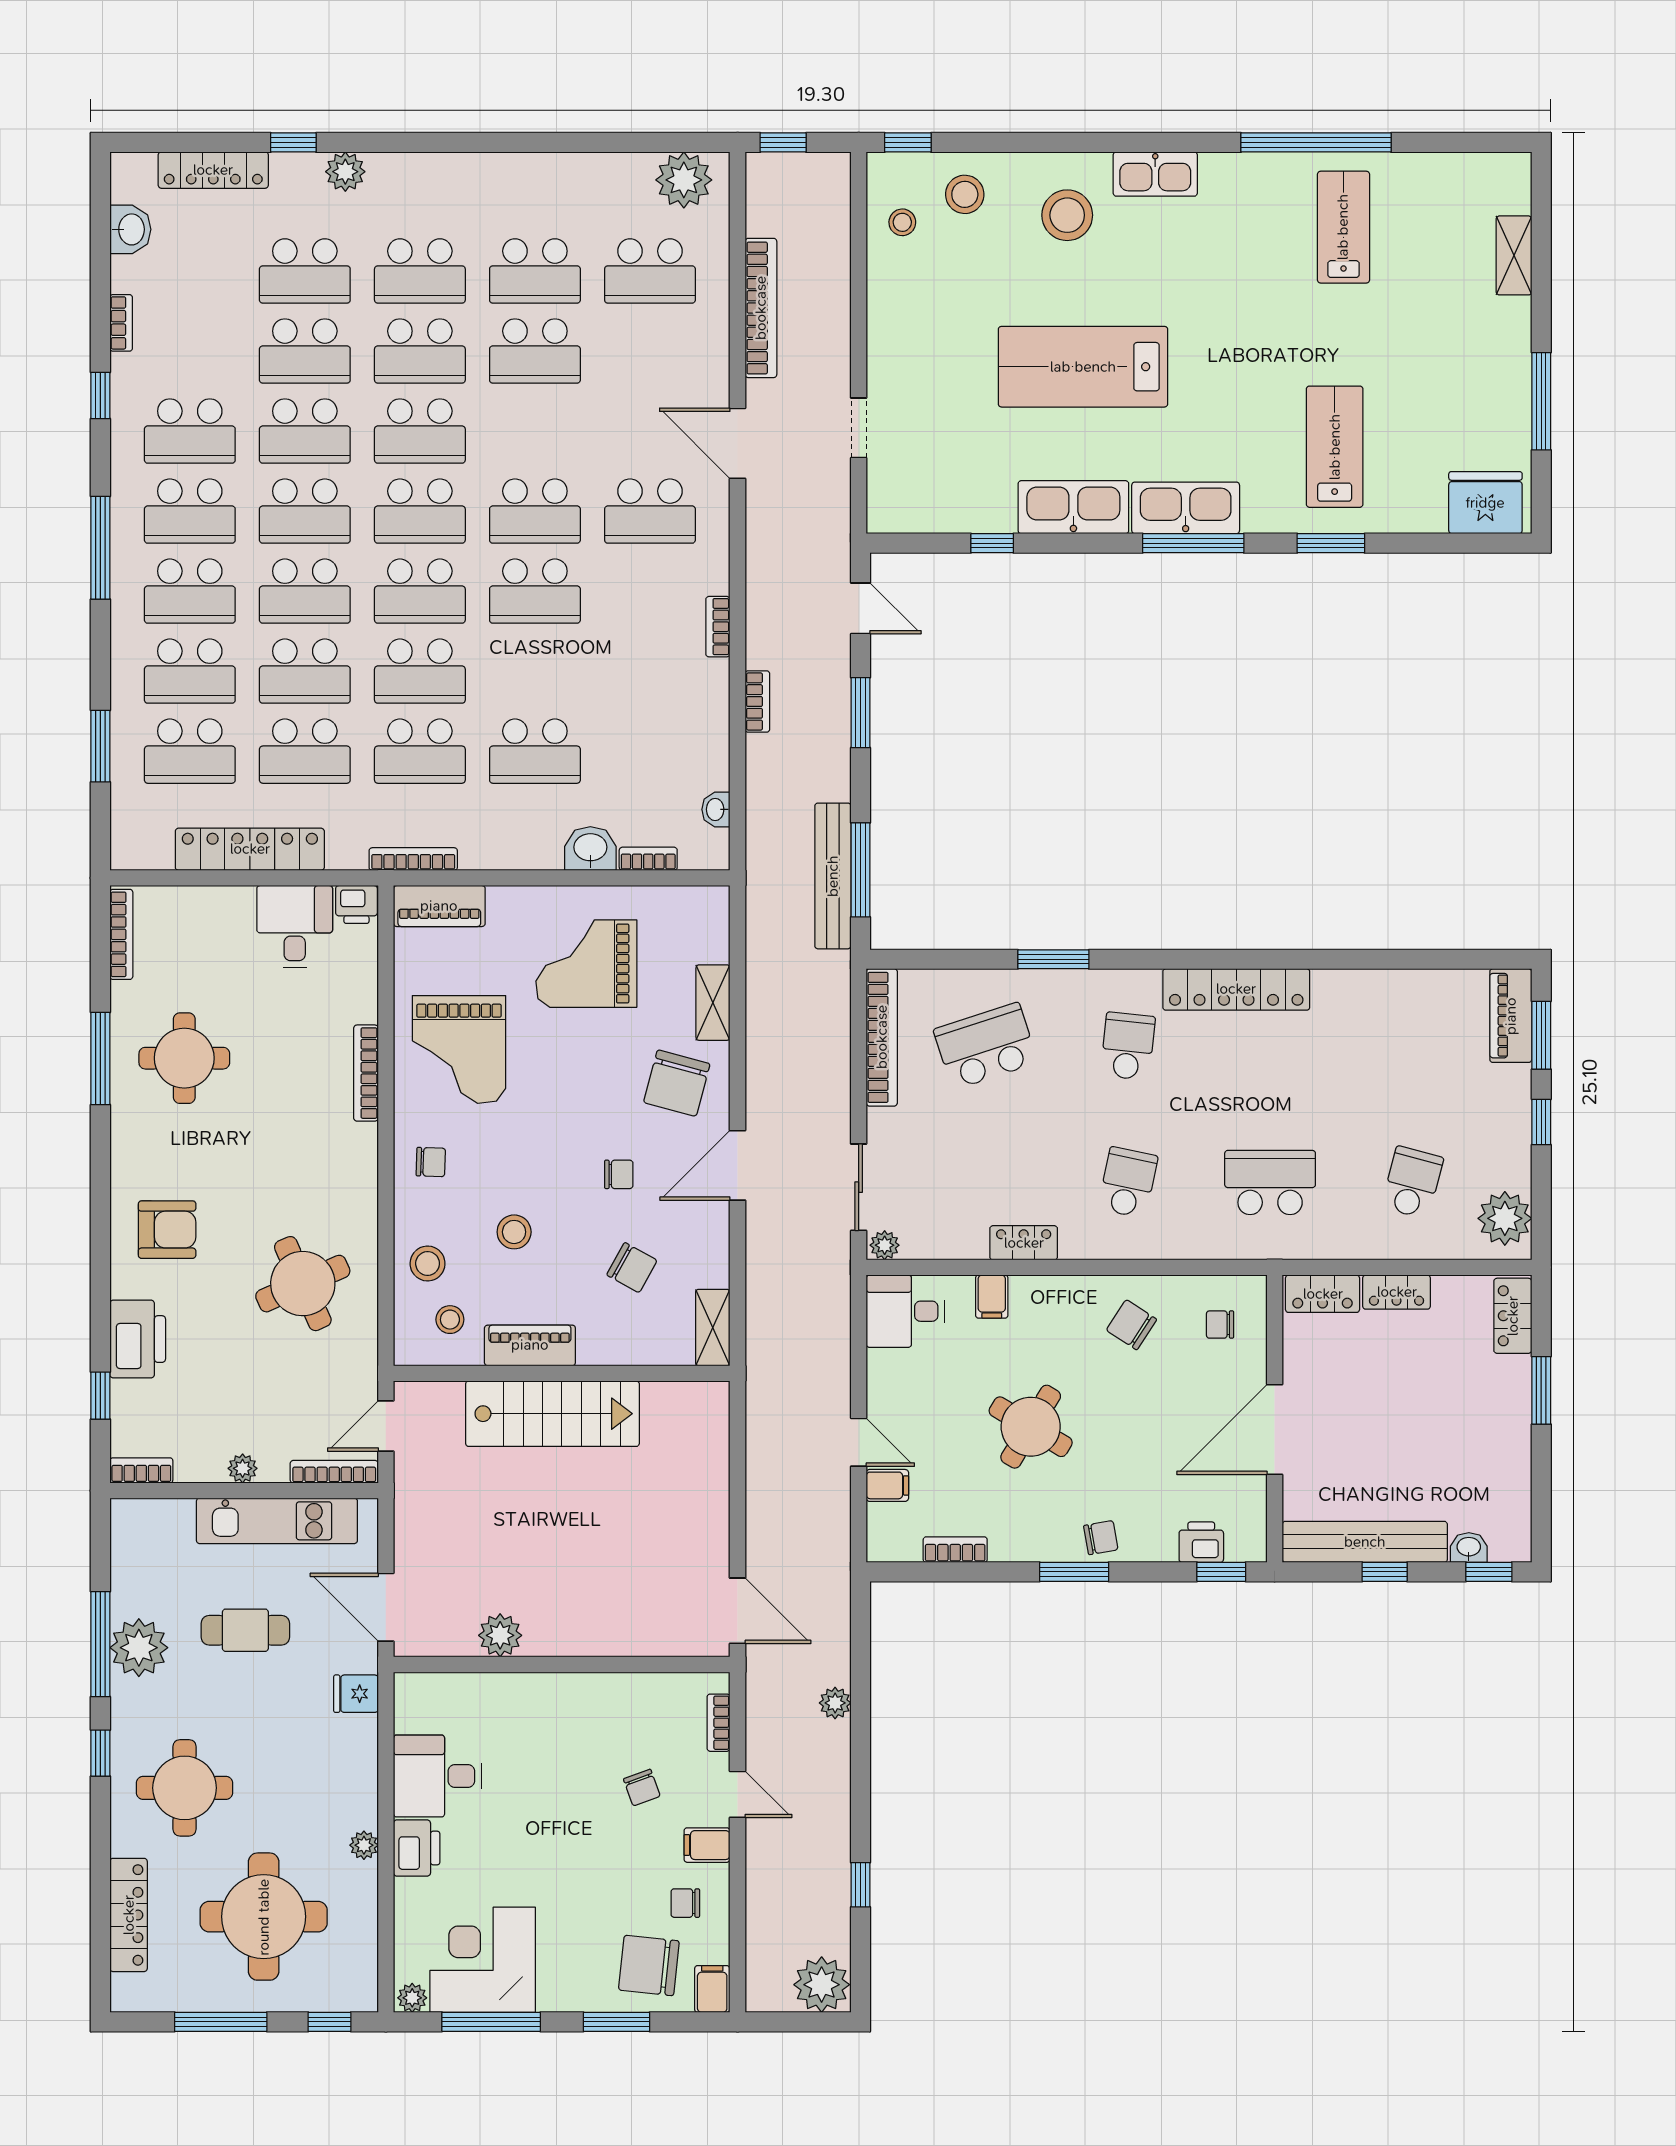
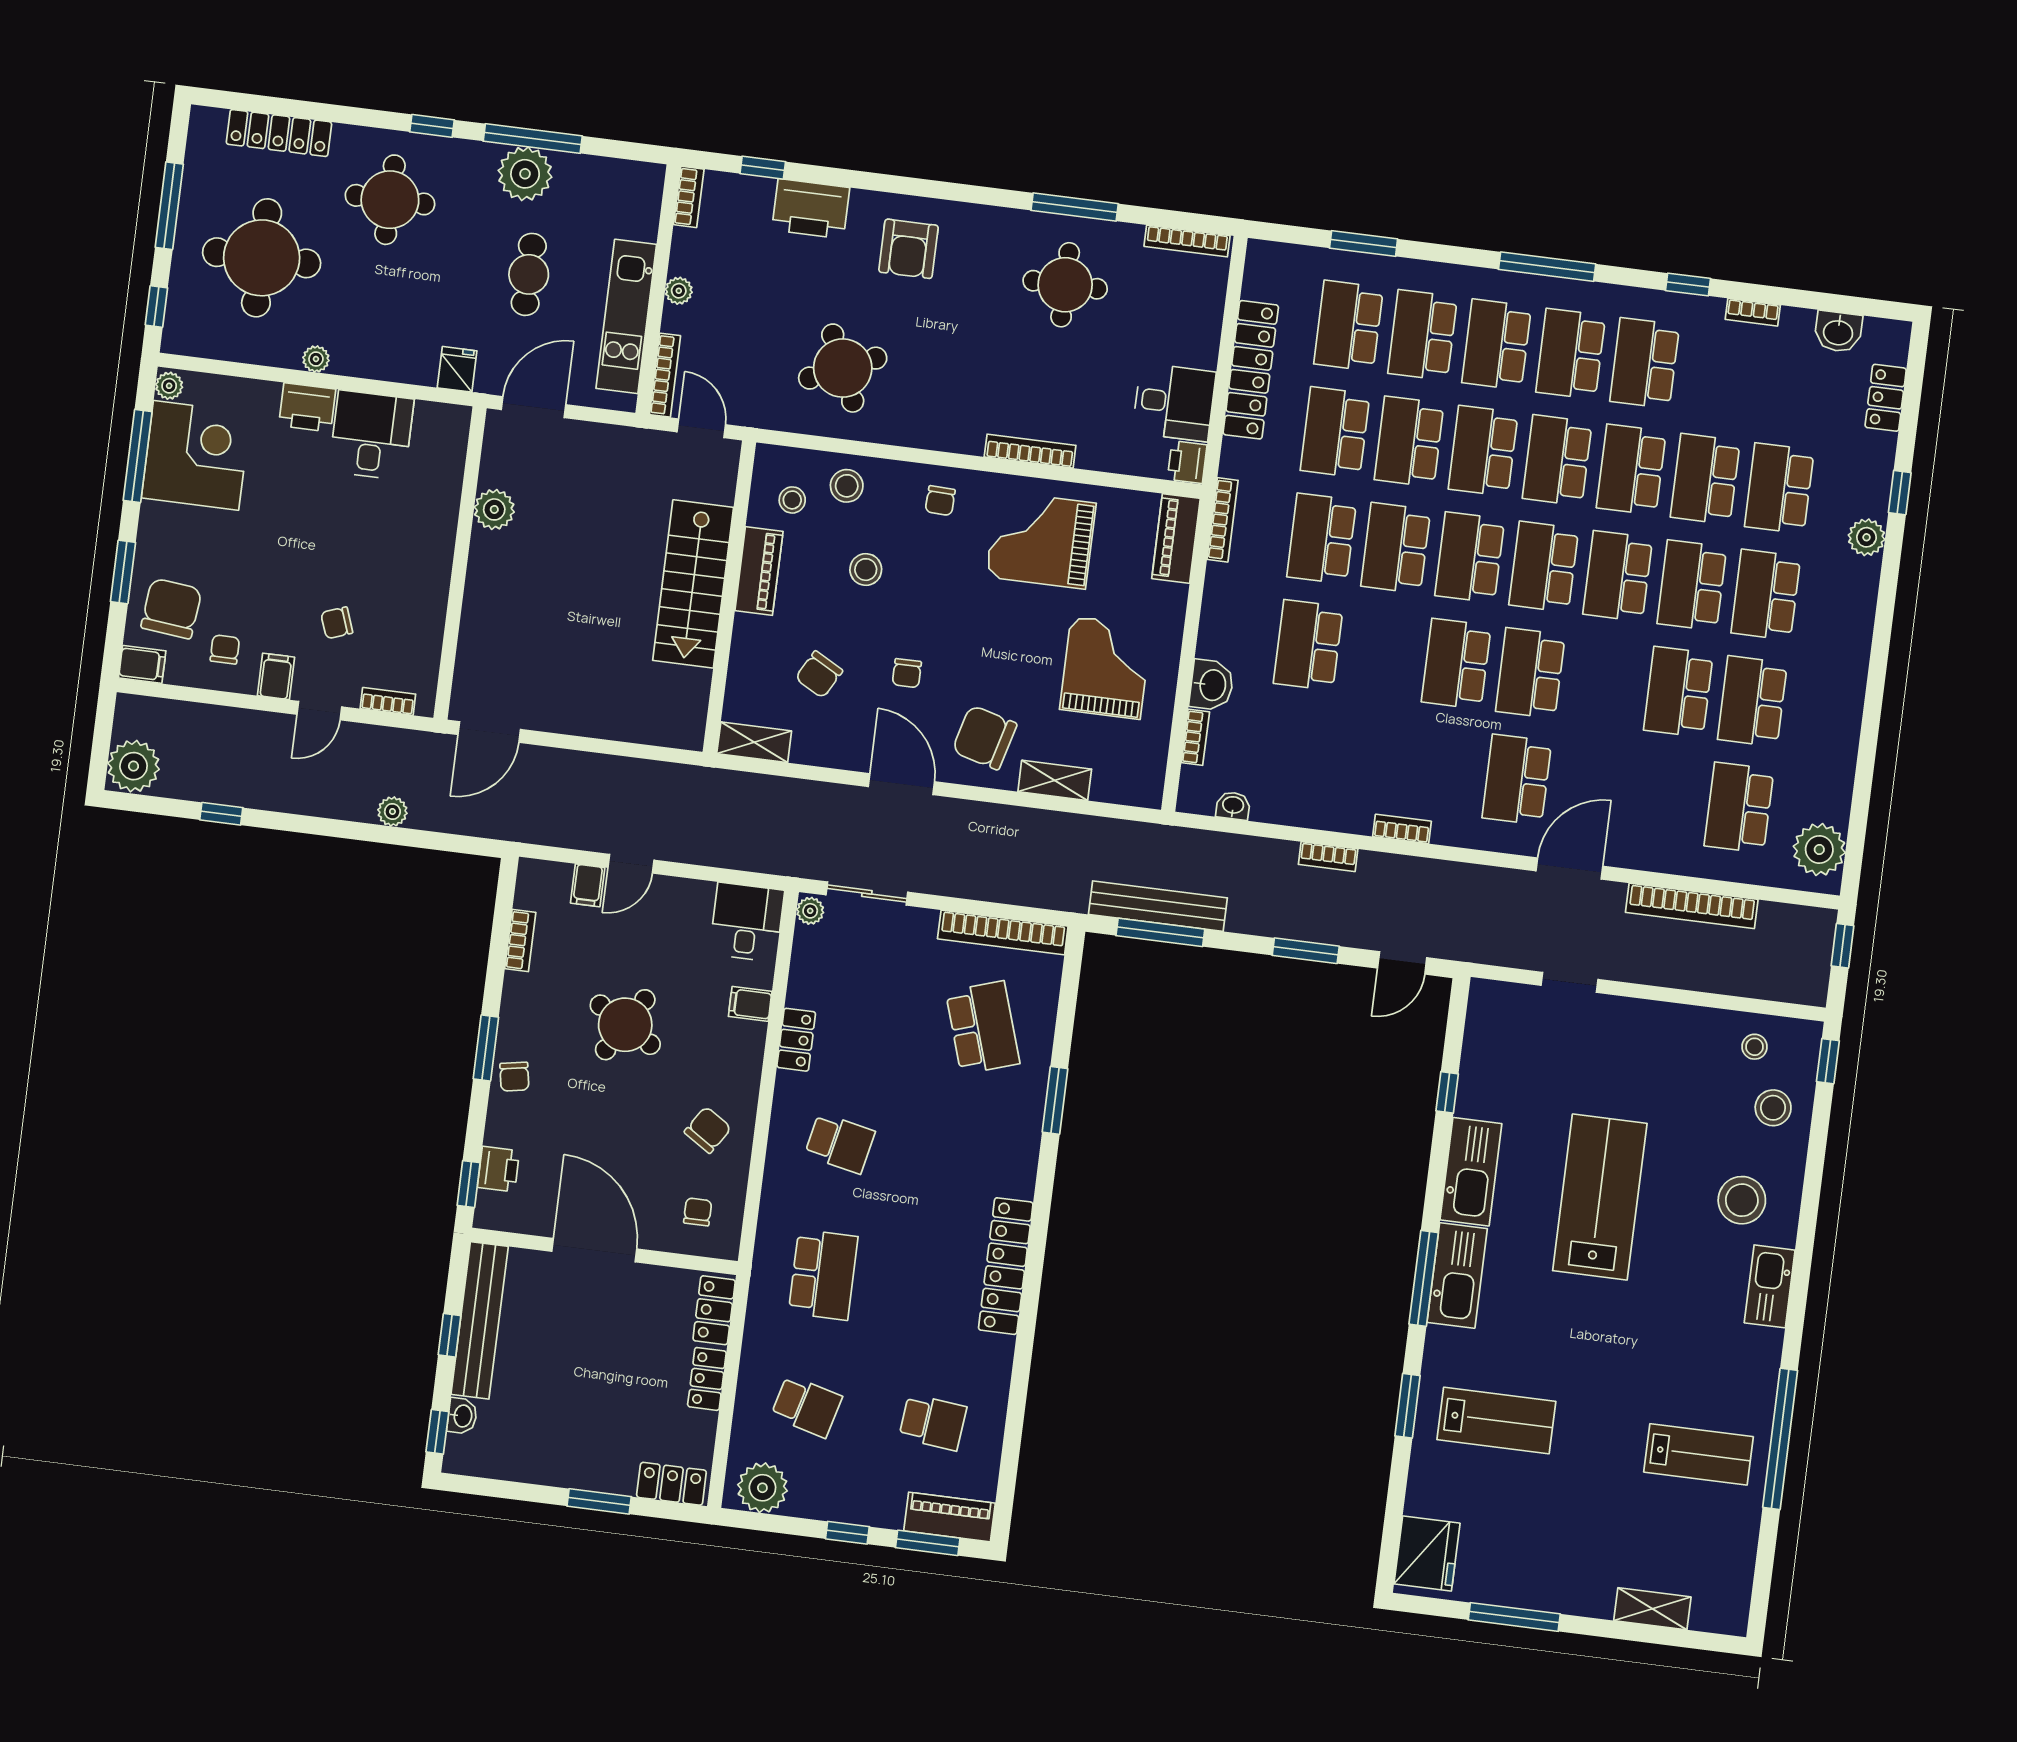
locker: (213, 170) -> (1886, 398), width x0.66
school desk: (1128, 1046) -> (933, 1422), moved

